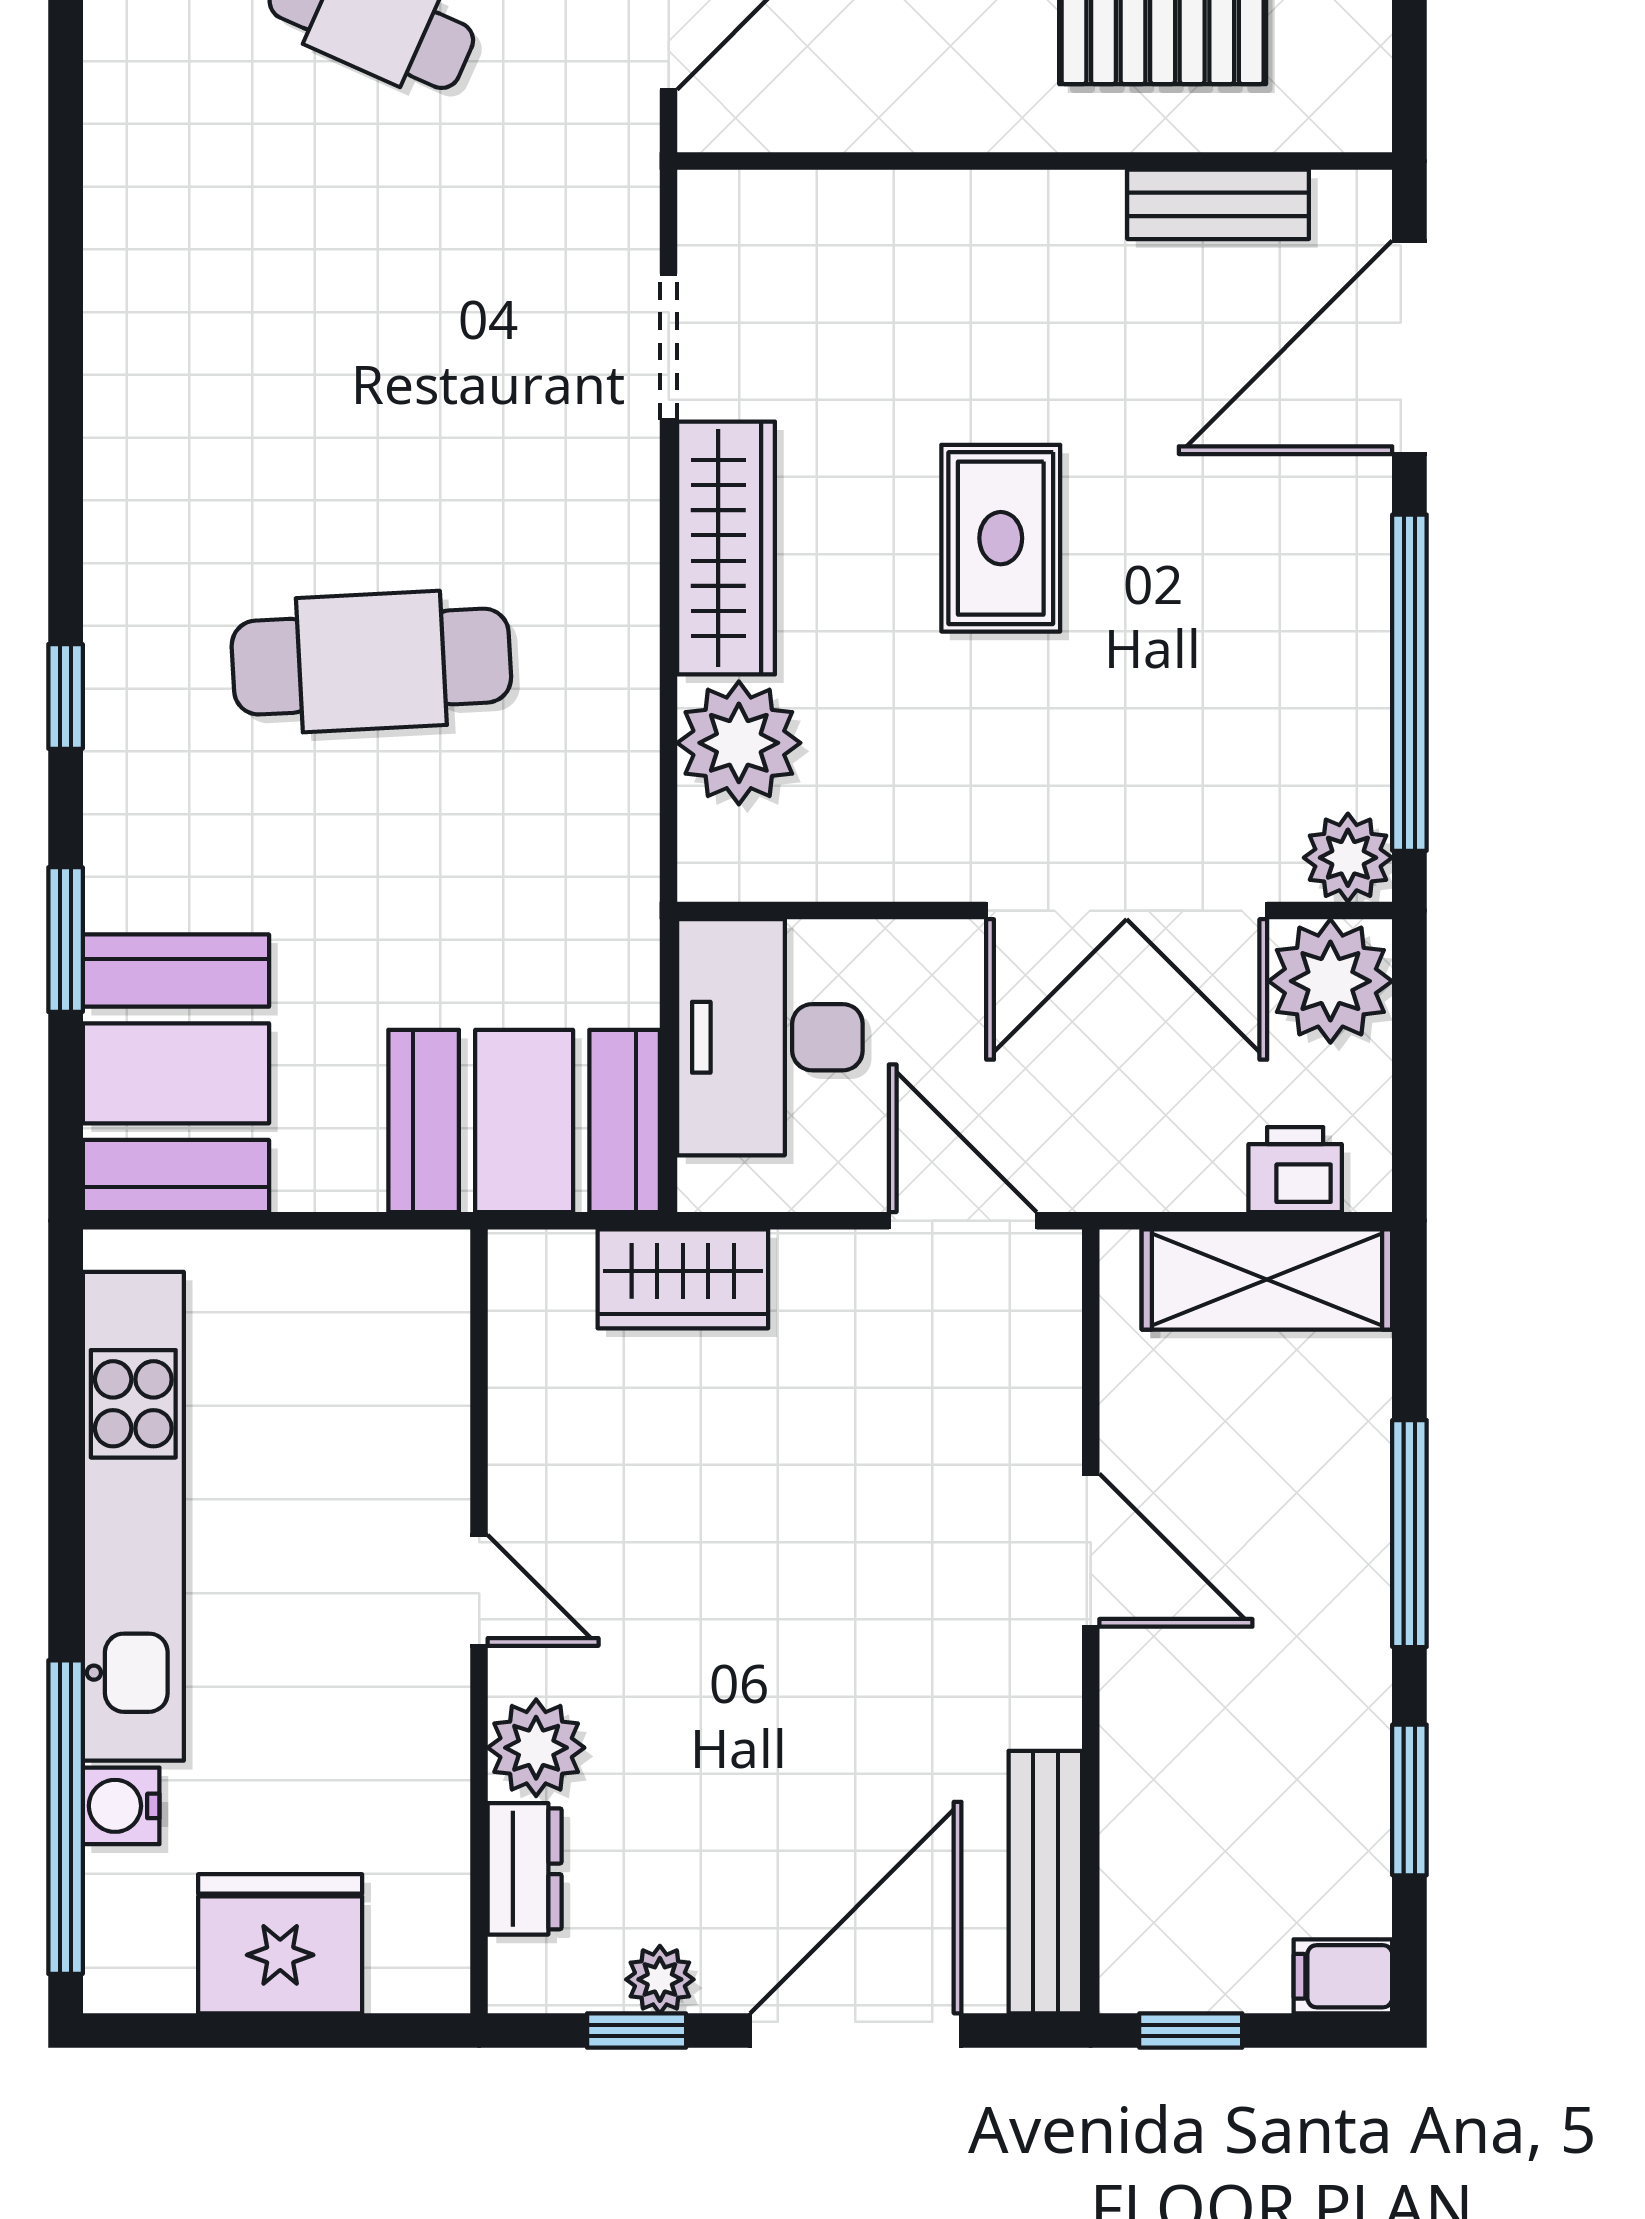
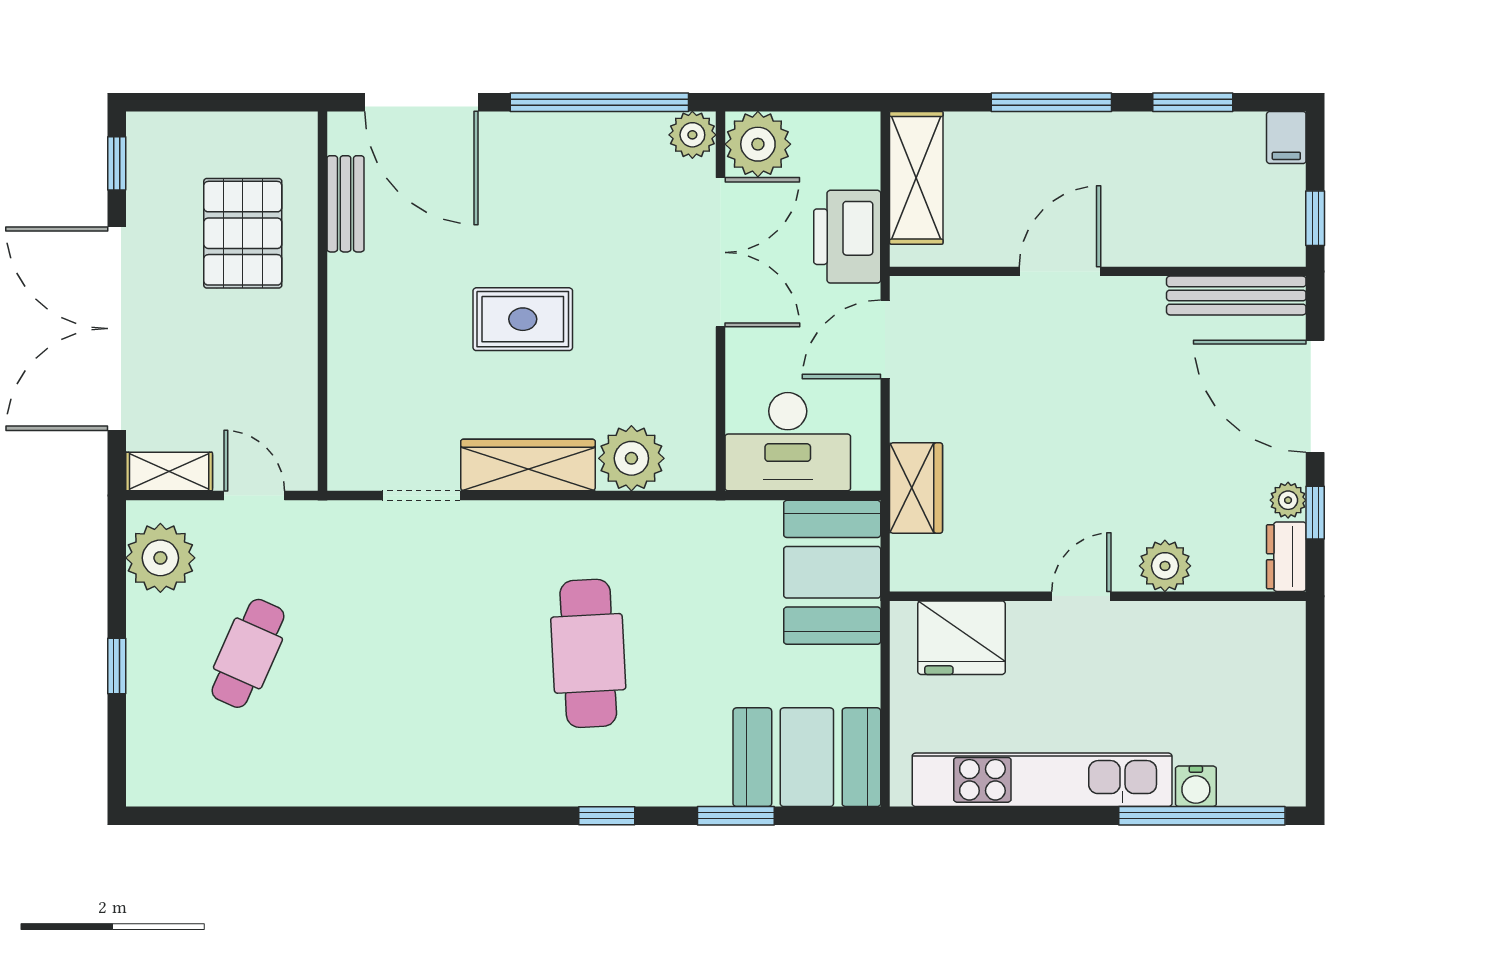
printer: (1295, 1170) -> (847, 237), moved, width x1.87, depth x1.48
dresser: (525, 1869) -> (1286, 557), moved, turned -90
fridge: (280, 1944) -> (962, 638), moved, turned -90

